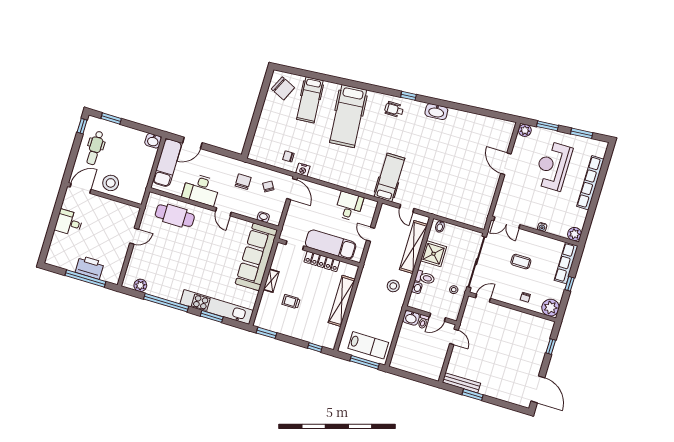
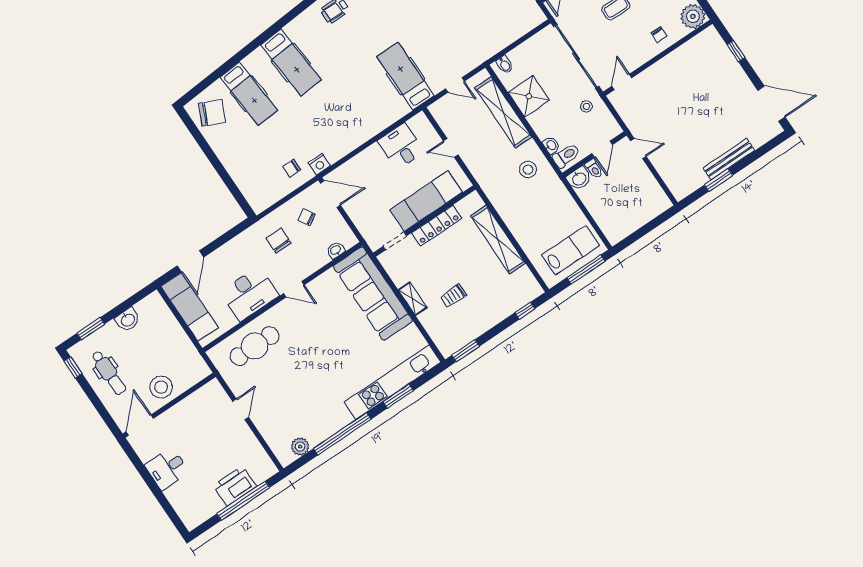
hospital bed: (348, 116) -> (291, 62), width x0.73, depth x0.78
washbasin: (153, 141) -> (128, 320), moved
toilet: (425, 278) -> (566, 156), moved
bench: (461, 383) -> (729, 159), moved

